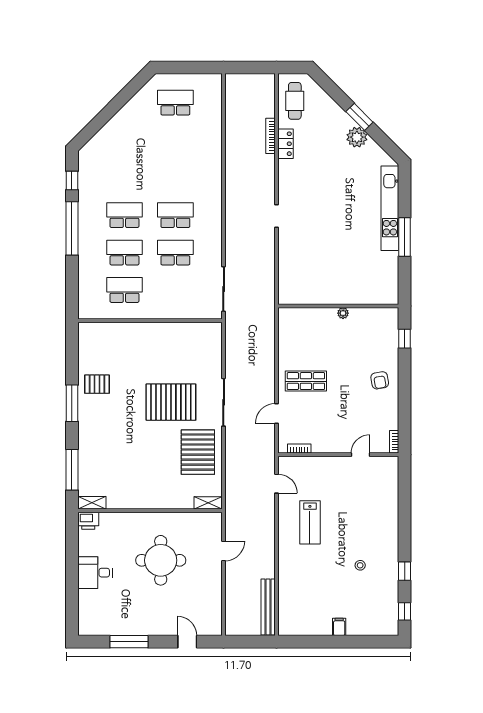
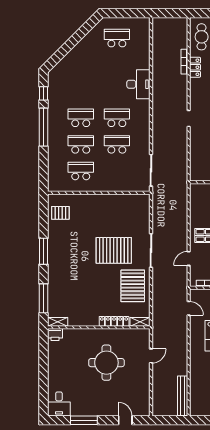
desk: (206, 168) -> (138, 84), added
pallet: (97, 384) -> (60, 213), moved
locker: (171, 502) -> (114, 321), added
desk: (95, 573) -> (59, 404), moved, turned -90

